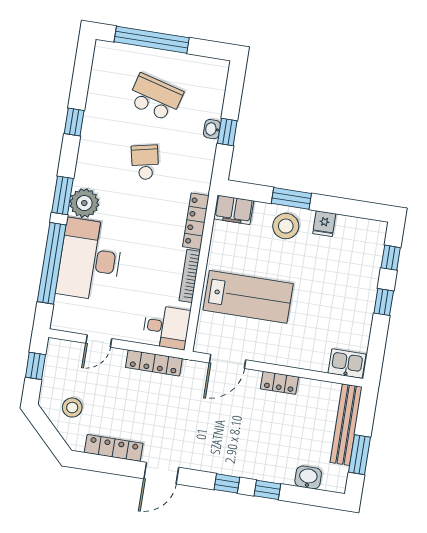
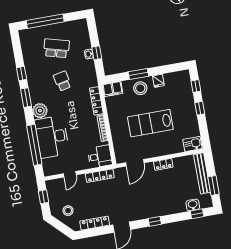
window: (62, 195) -> (26, 98), moved
lab bench: (248, 297) -> (150, 123), moved, turned 180
window: (267, 490) -> (197, 214), moved

